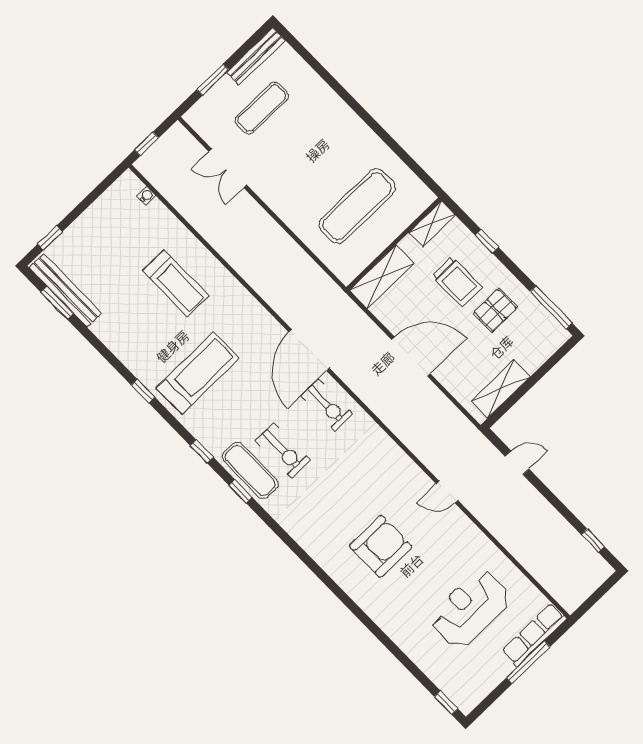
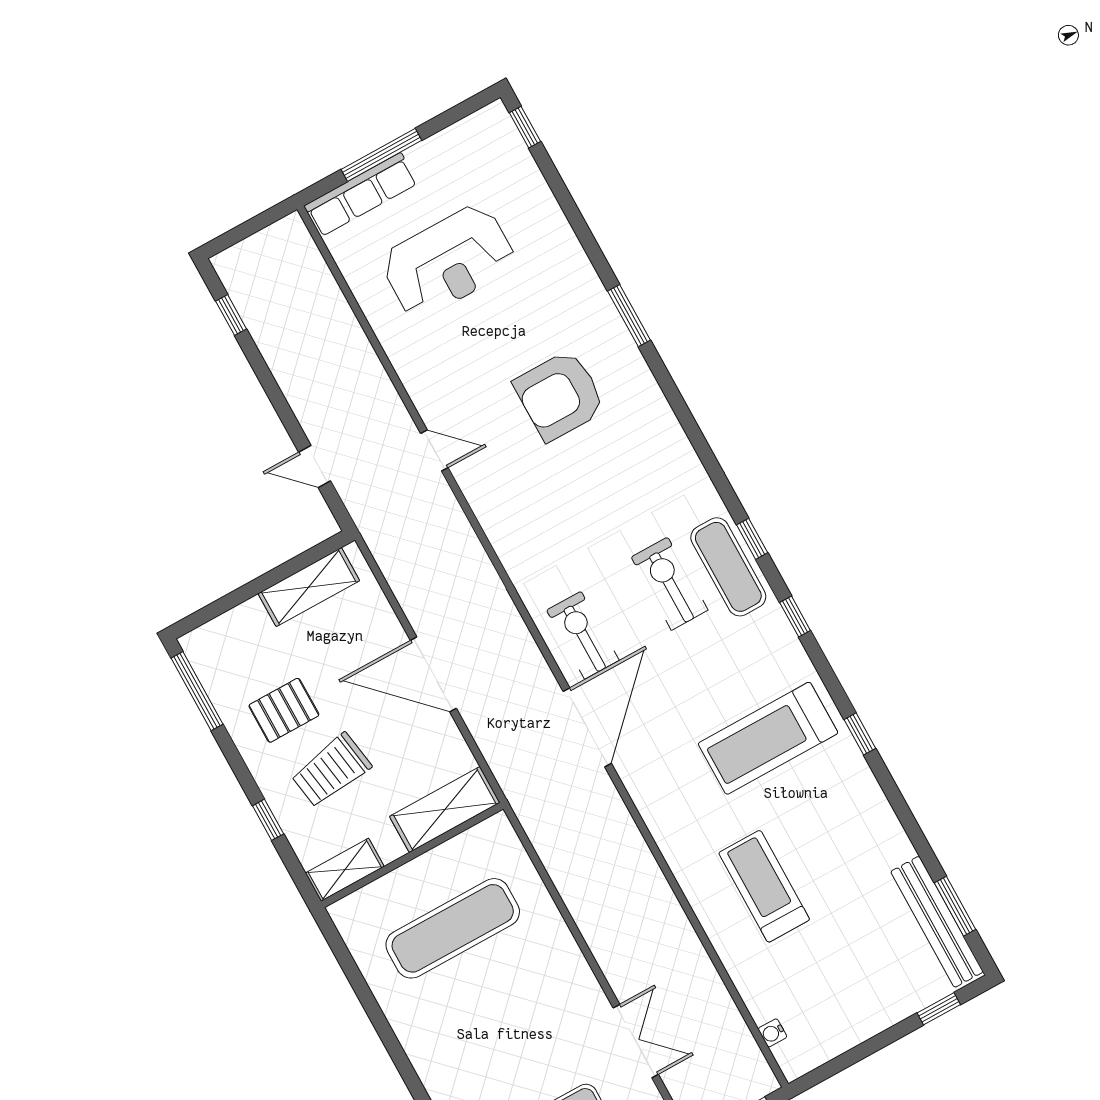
trolley: (457, 282) -> (331, 770), turned -99
window: (352, 606) -> (629, 316), added

